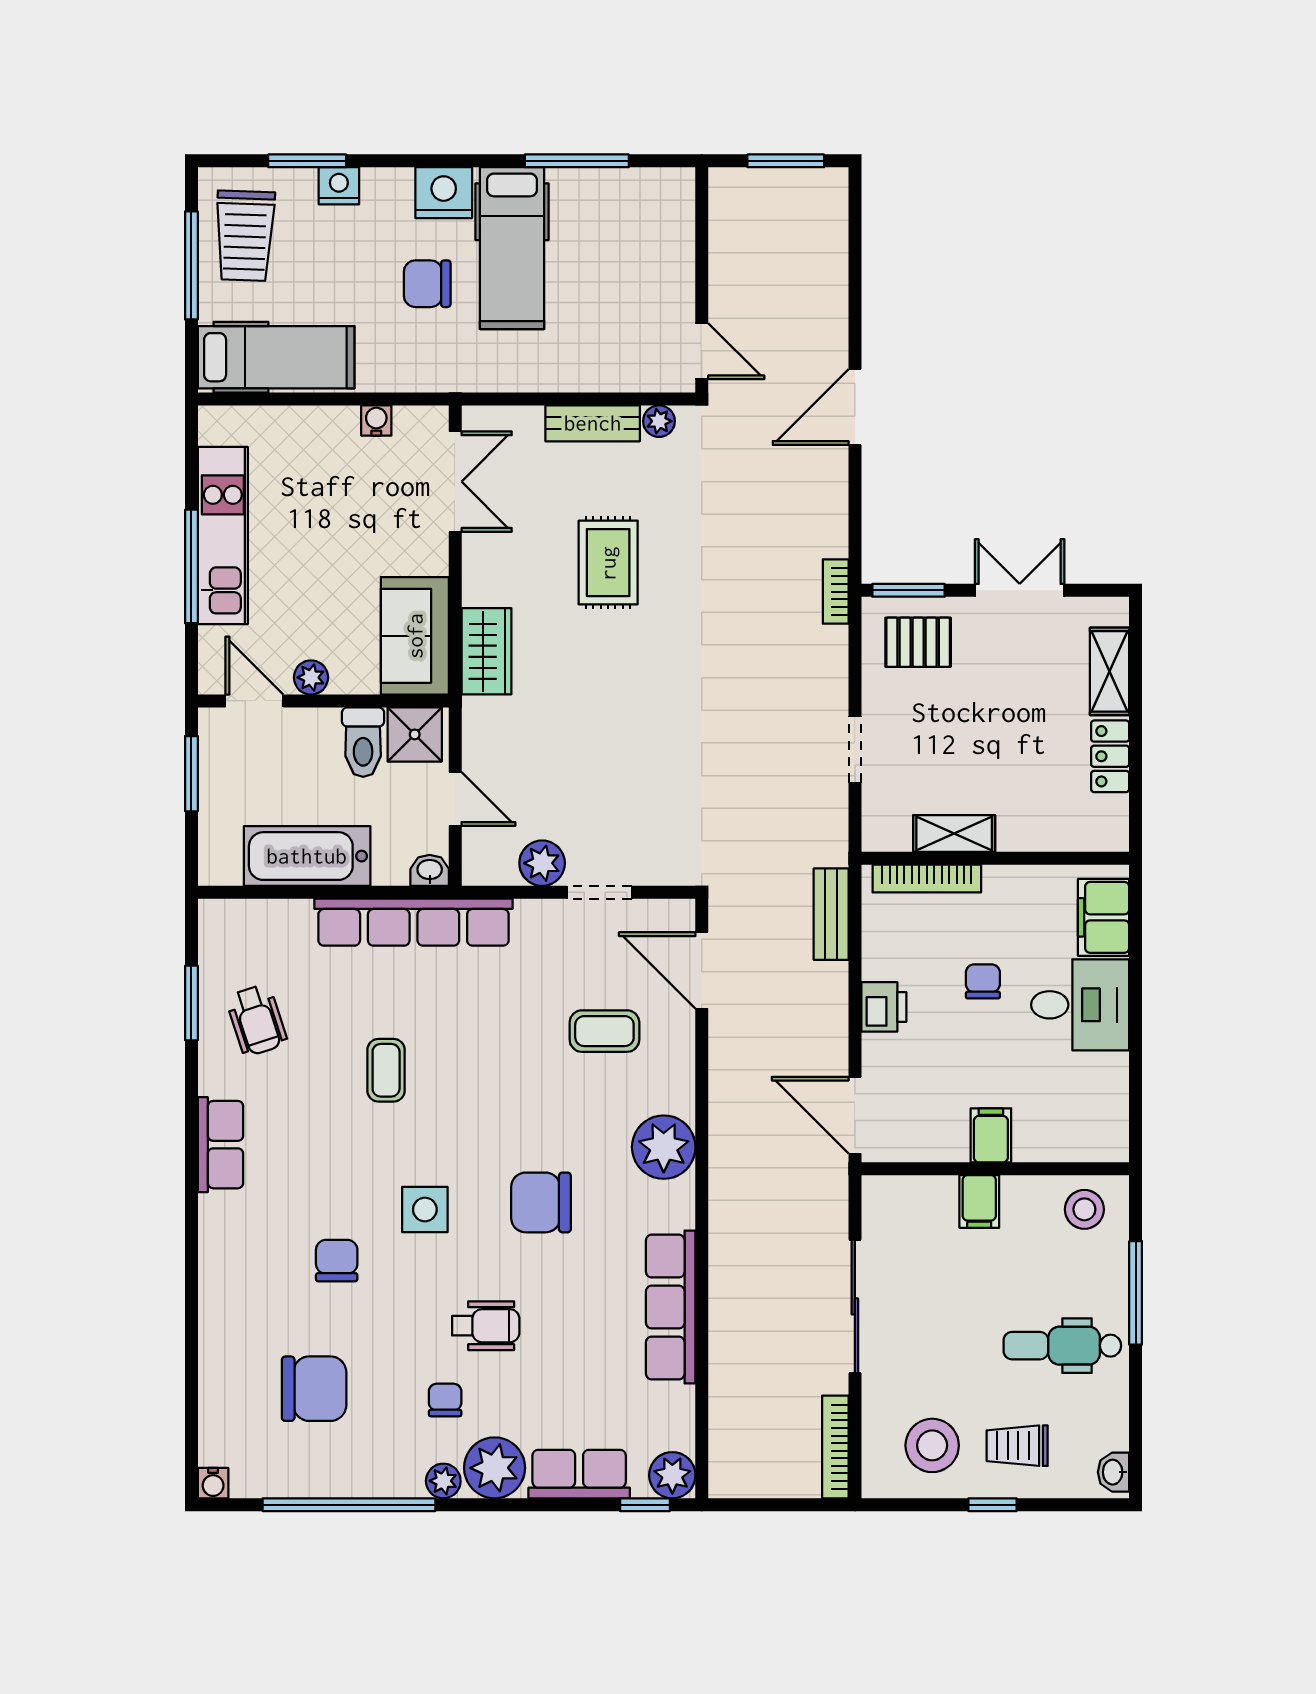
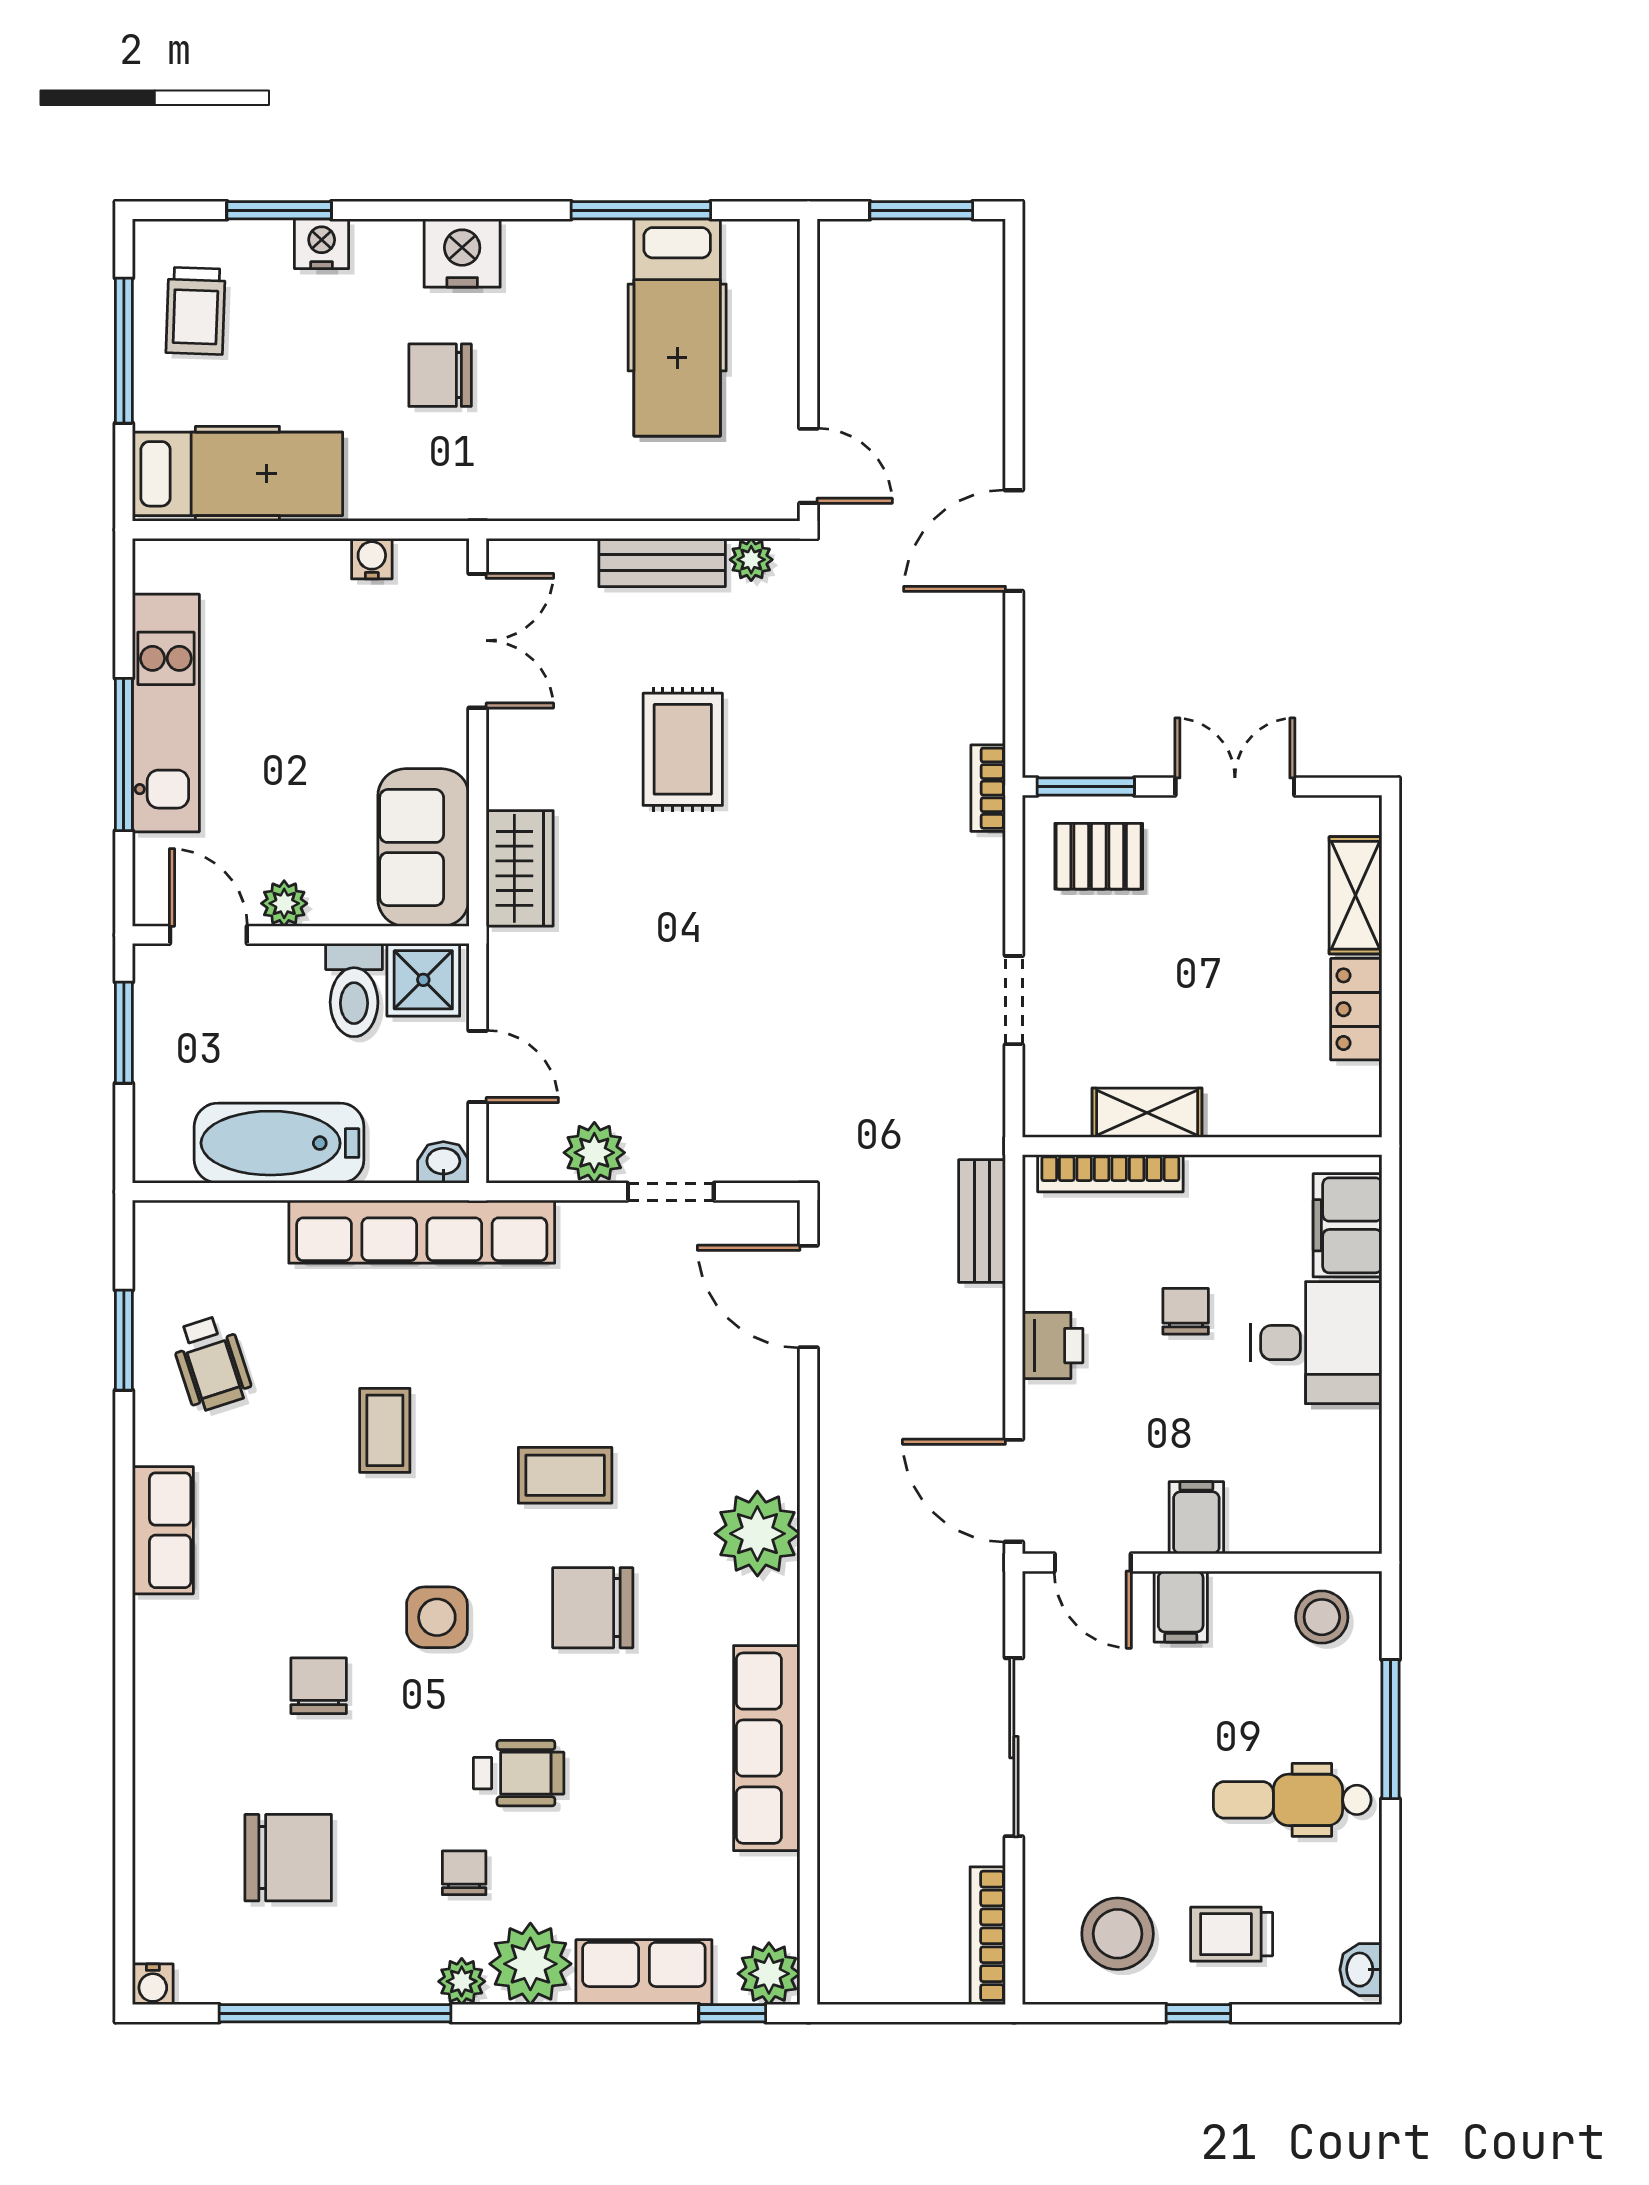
trolley: (245, 236) -> (196, 311), width x0.73, depth x0.72
hospital bed: (512, 248) -> (677, 327), moved
coffee table: (604, 1031) -> (565, 1475), moved
door: (914, 1169) -> (1093, 1563), added

